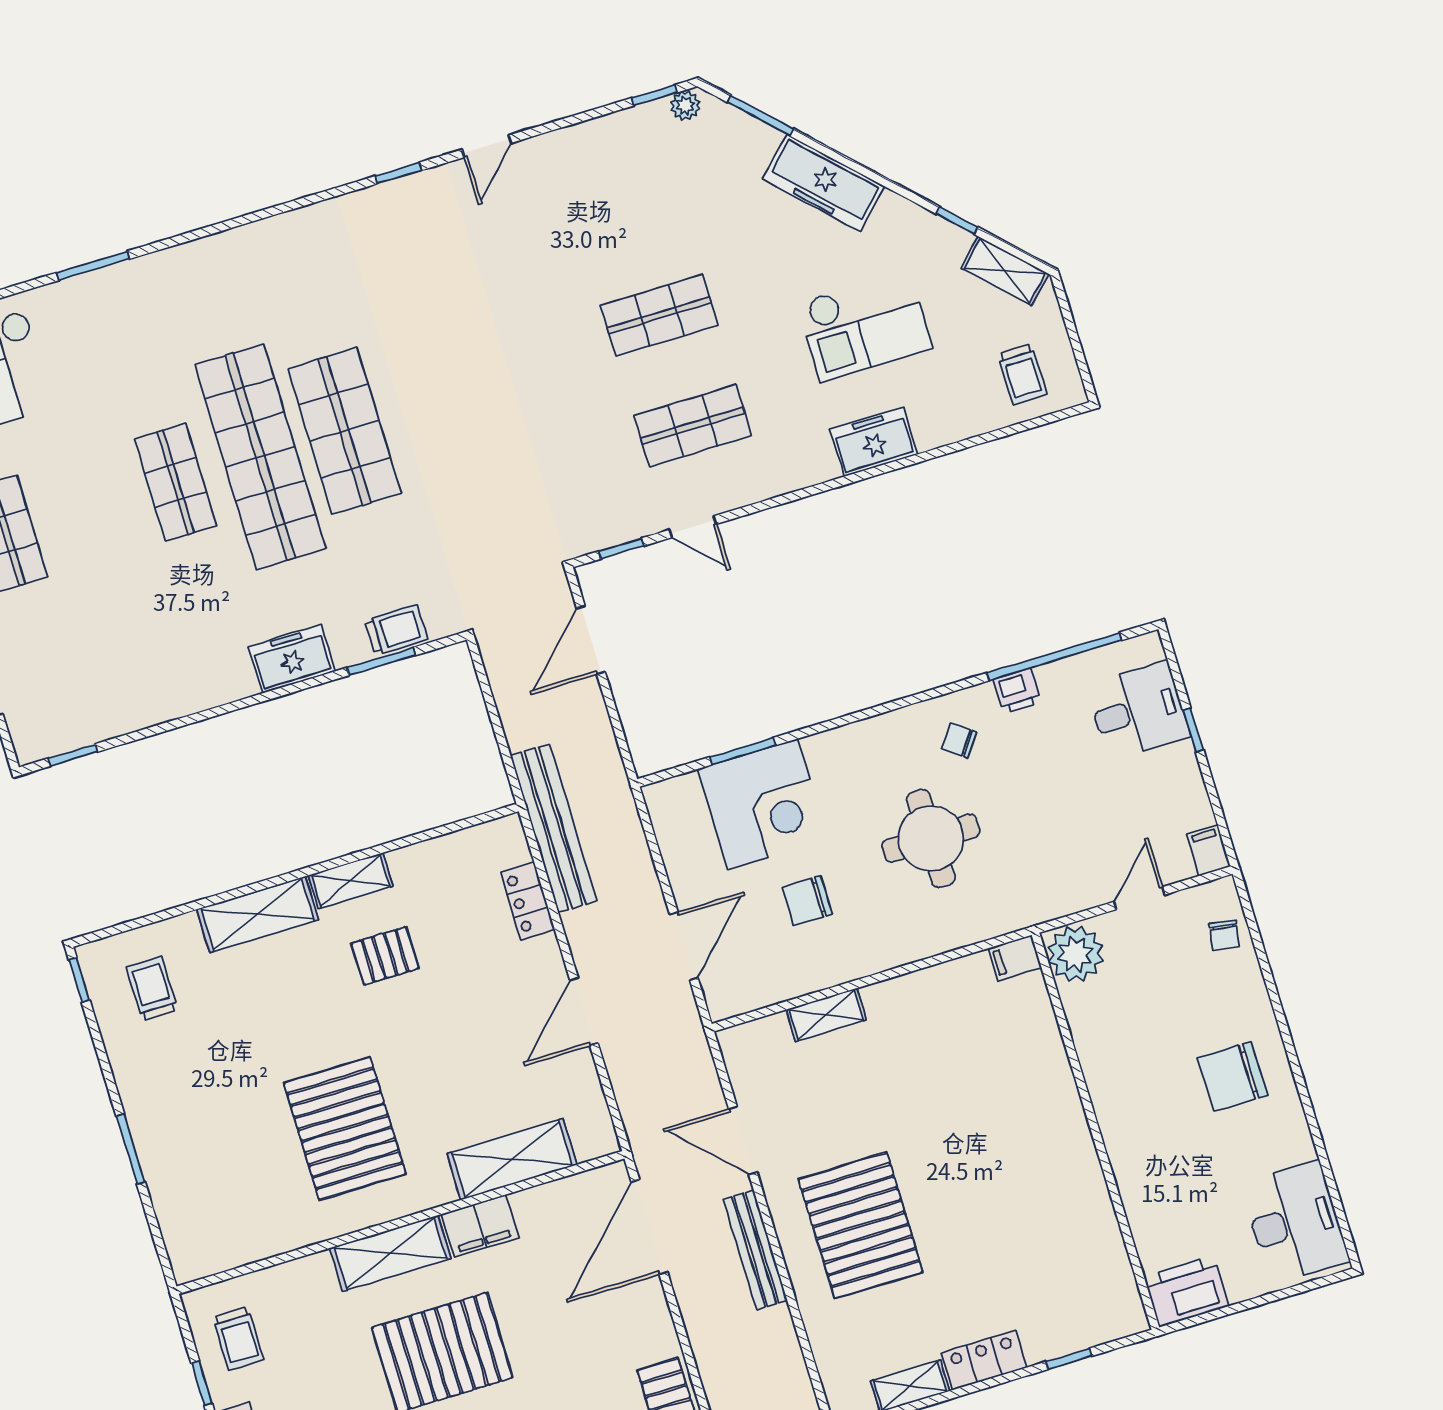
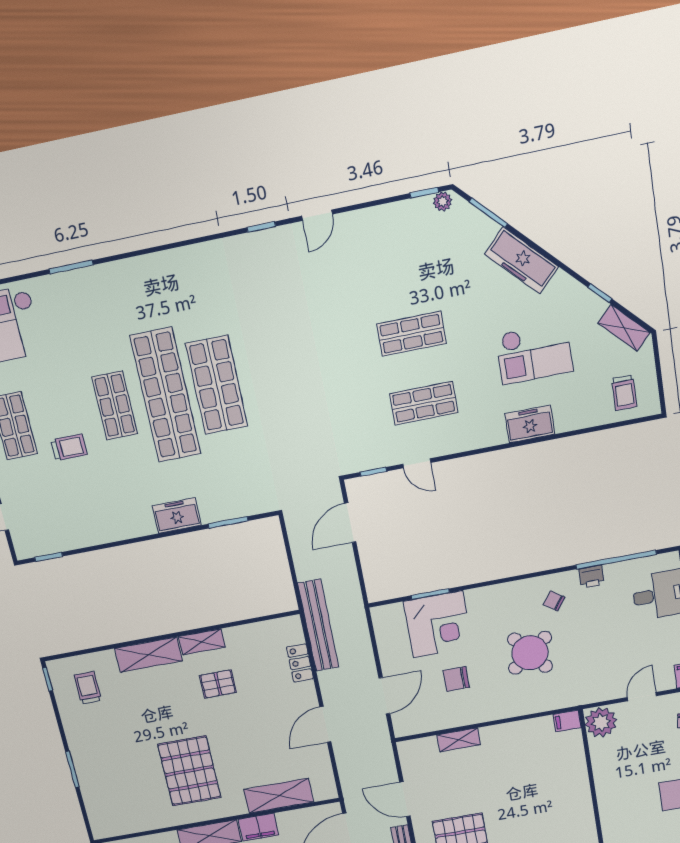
trolley: (396, 630) -> (69, 447), moved
round table: (931, 839) -> (530, 653), turned -38

